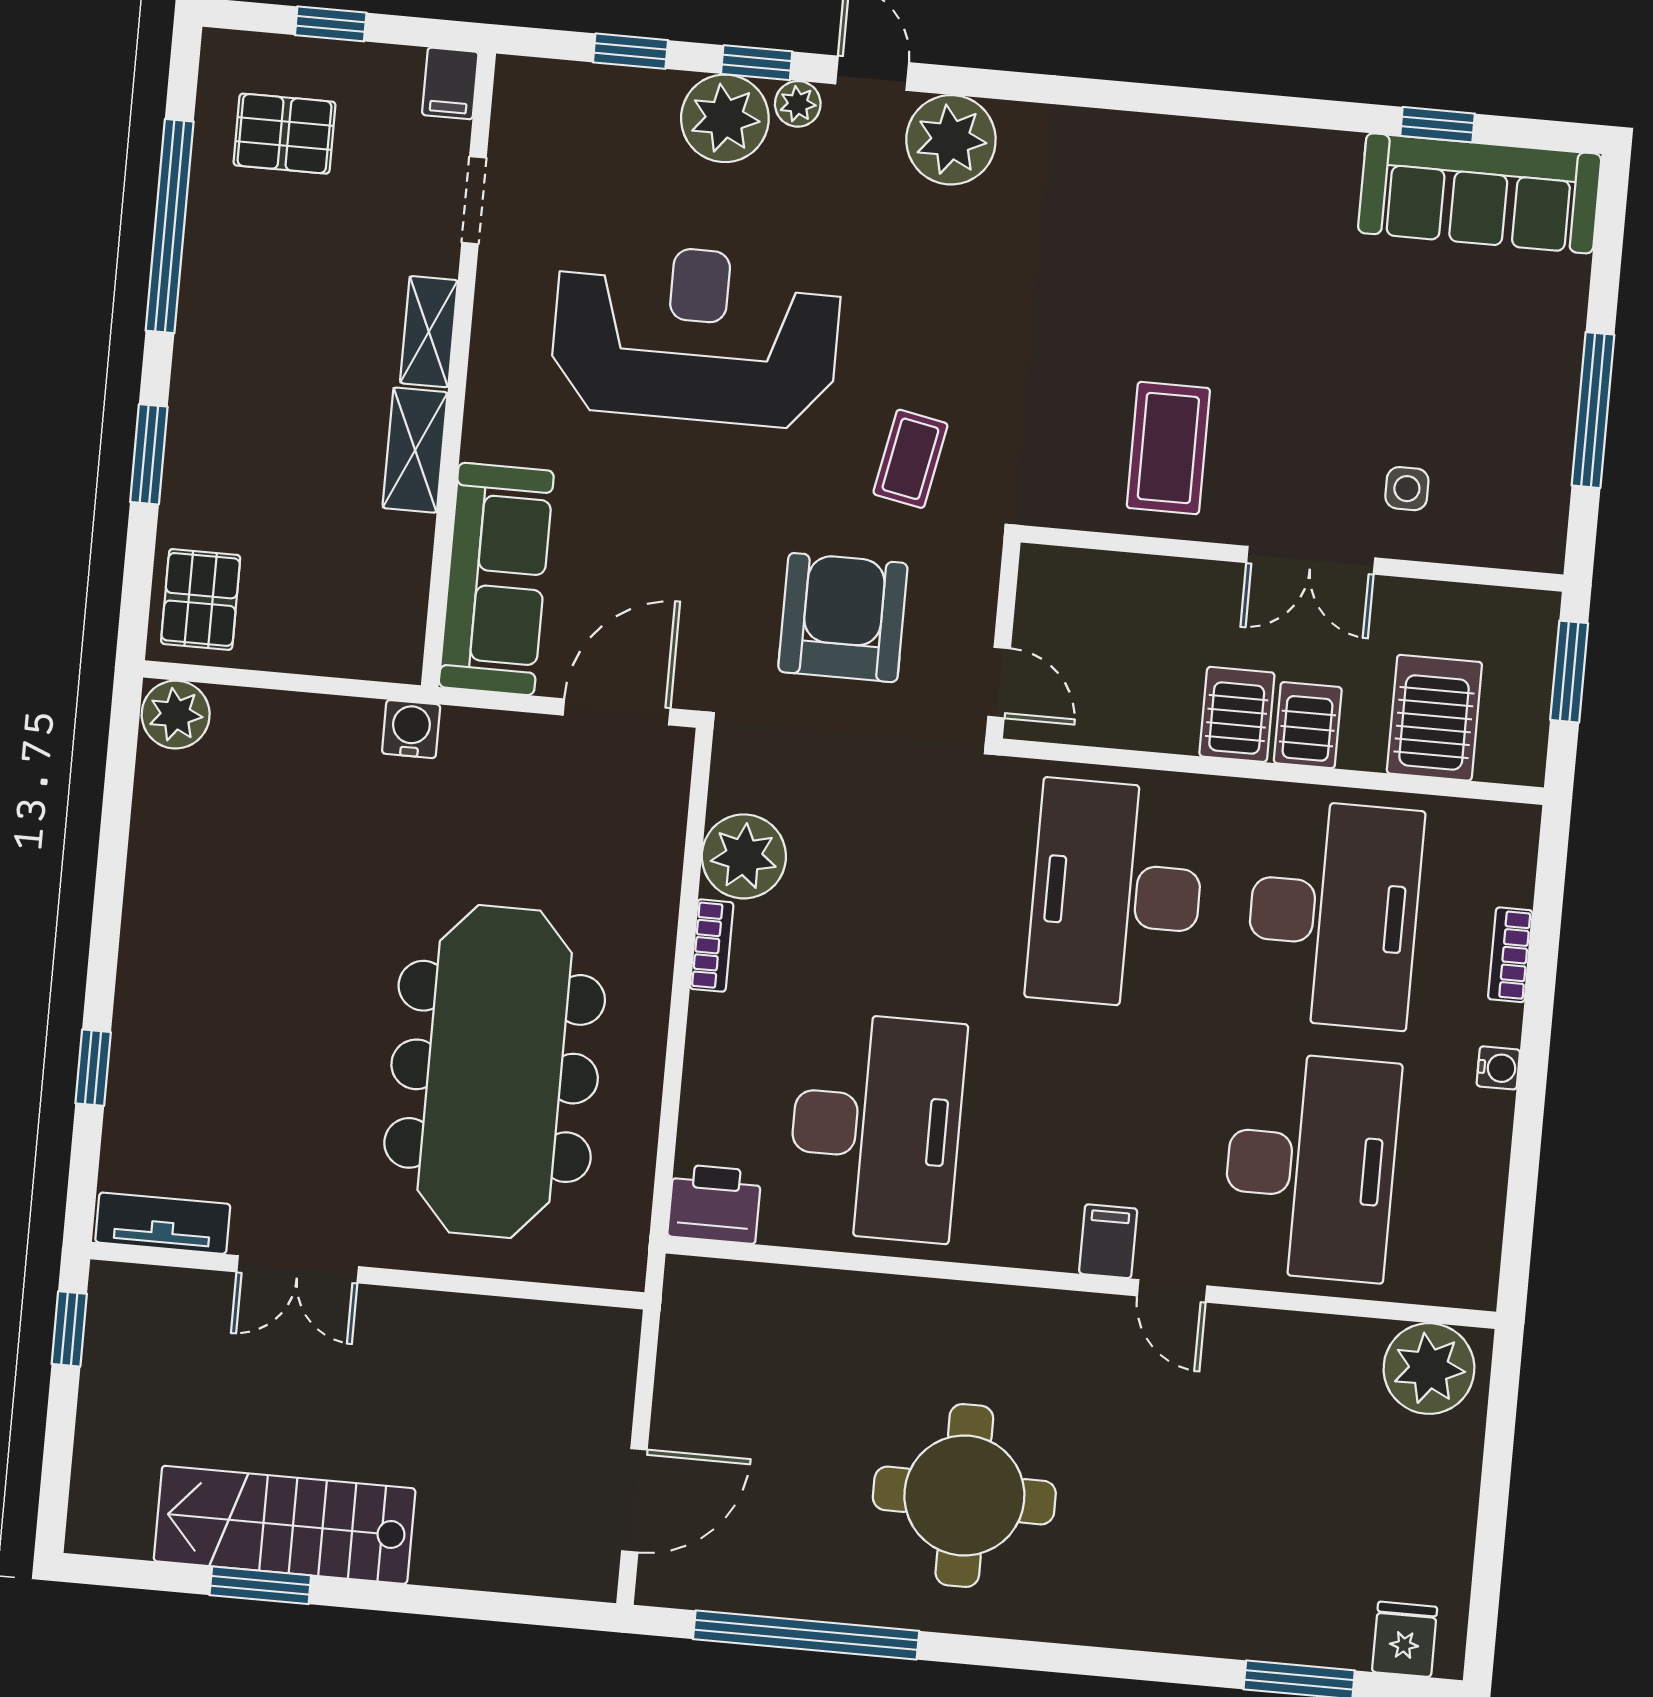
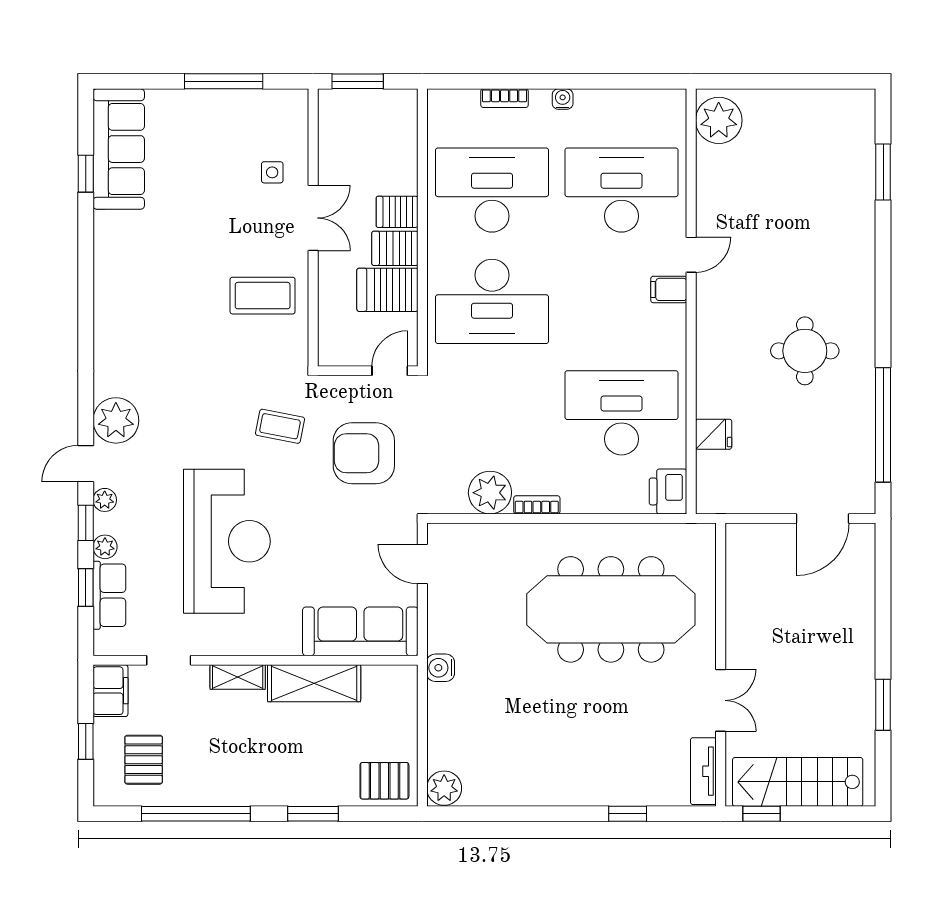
filing cabinet: (450, 83) -> (110, 691), width x2.00
row of seats: (611, 96) -> (109, 595), added
plant: (725, 118) -> (105, 547), width x0.53, depth x0.53
reception desk: (696, 335) -> (227, 541), turned 180
shelving: (415, 450) -> (314, 683), width x1.50, depth x1.33
door: (617, 712) -> (422, 564), width x0.73
server rack: (1434, 718) -> (387, 290), moved
round table: (964, 1495) -> (805, 351), width x0.73, depth x0.73
door: (634, 1500) -> (823, 518), swing flipped
stairs: (285, 1525) -> (798, 782), moved, turned 90
fridge: (1405, 1639) -> (714, 434), moved, turned 180

